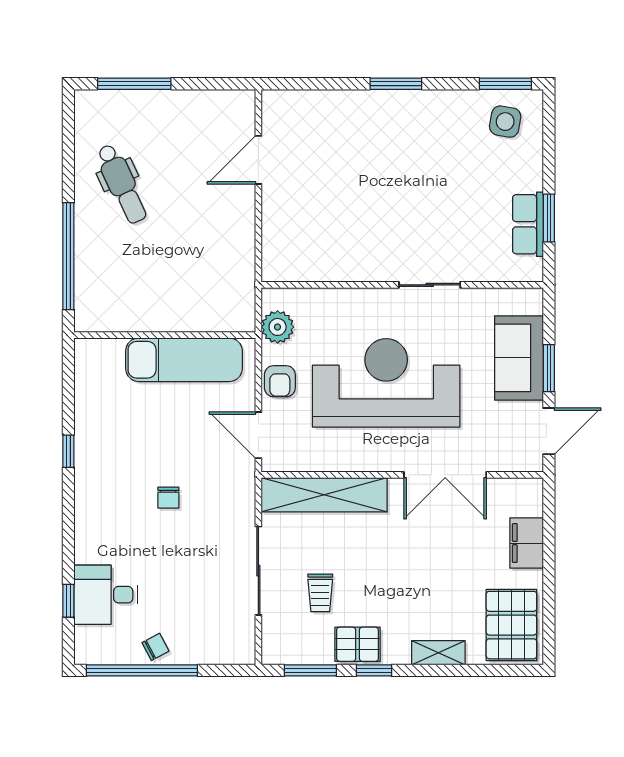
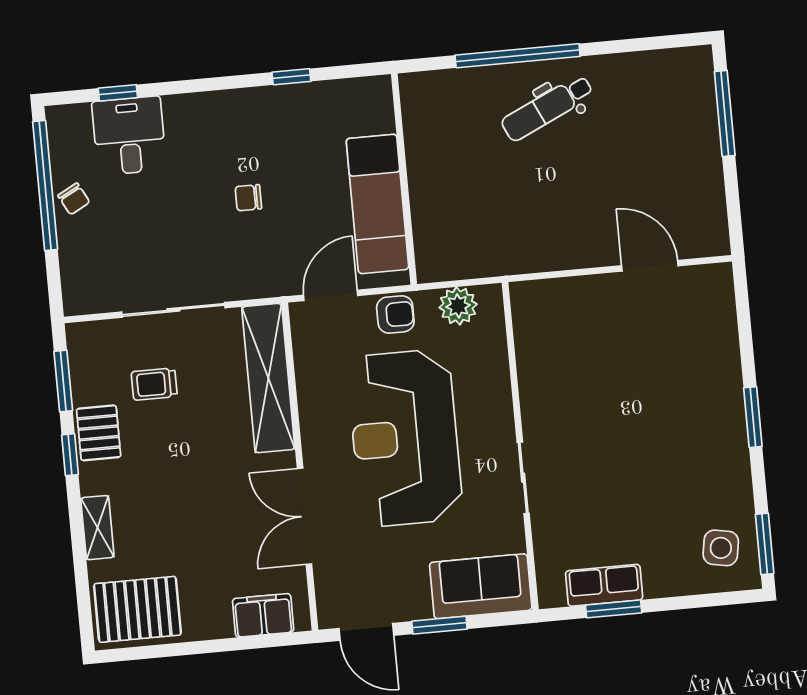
dental chair: (122, 184) -> (547, 108), moved
wall: (165, 335) -> (404, 179), moved
sofa: (519, 358) -> (481, 586), moved
exam couch: (184, 360) -> (378, 204), moved
armchair: (280, 381) -> (395, 314), turned 180
reception desk: (386, 383) -> (405, 438), turned 180
filing cabinet: (527, 543) -> (263, 615), moved

